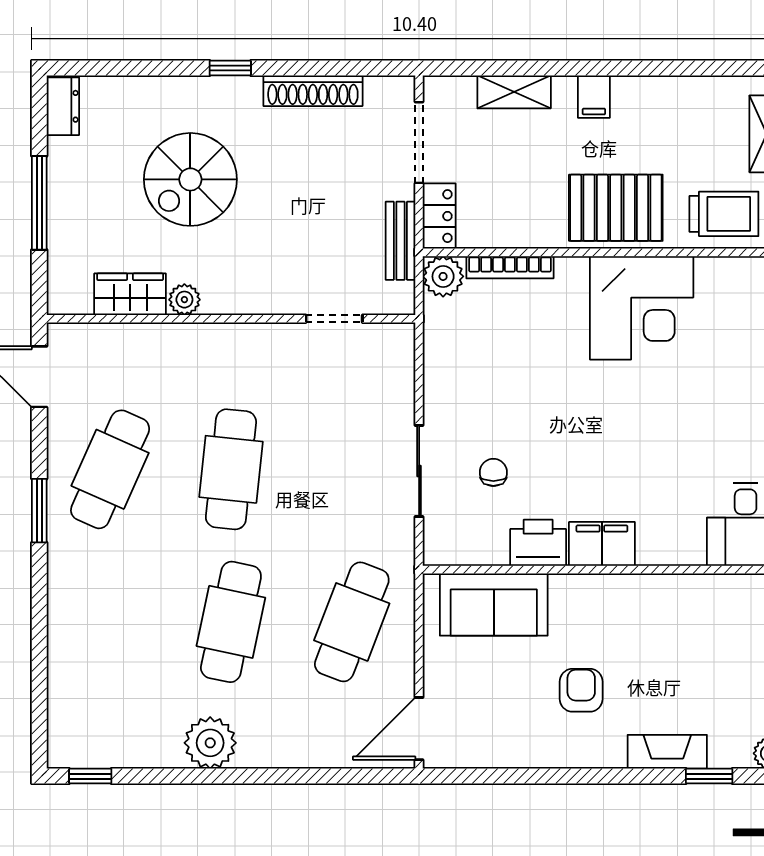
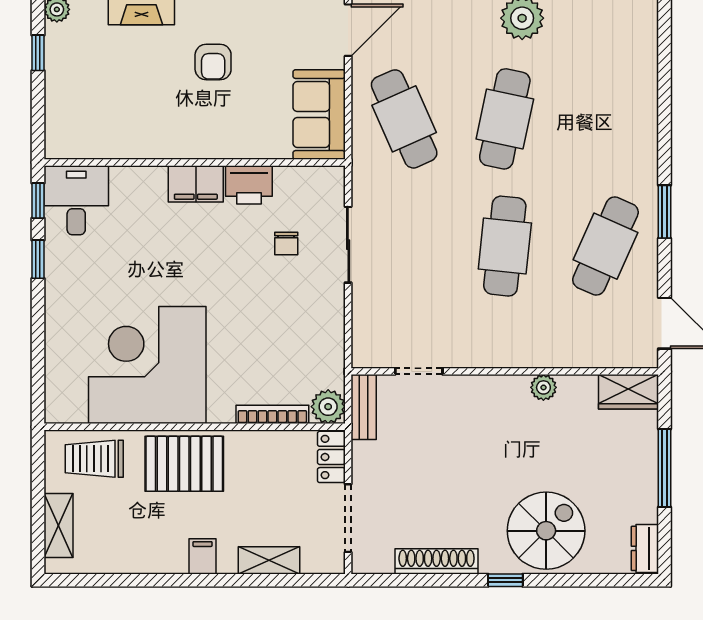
spiral stairs: (190, 179) -> (546, 531), moved
bench: (400, 241) -> (364, 407), moved
wardrobe: (130, 294) -> (628, 392), moved
corner desk: (642, 308) -> (147, 365), width x1.36, depth x1.36
sofa: (494, 604) -> (319, 115), moved, turned -90
cafe table: (352, 622) -> (404, 119), turned -45

